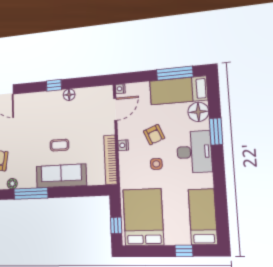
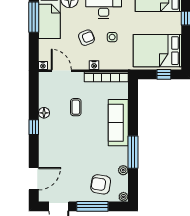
coffee table: (60, 145) -> (76, 107), moved

